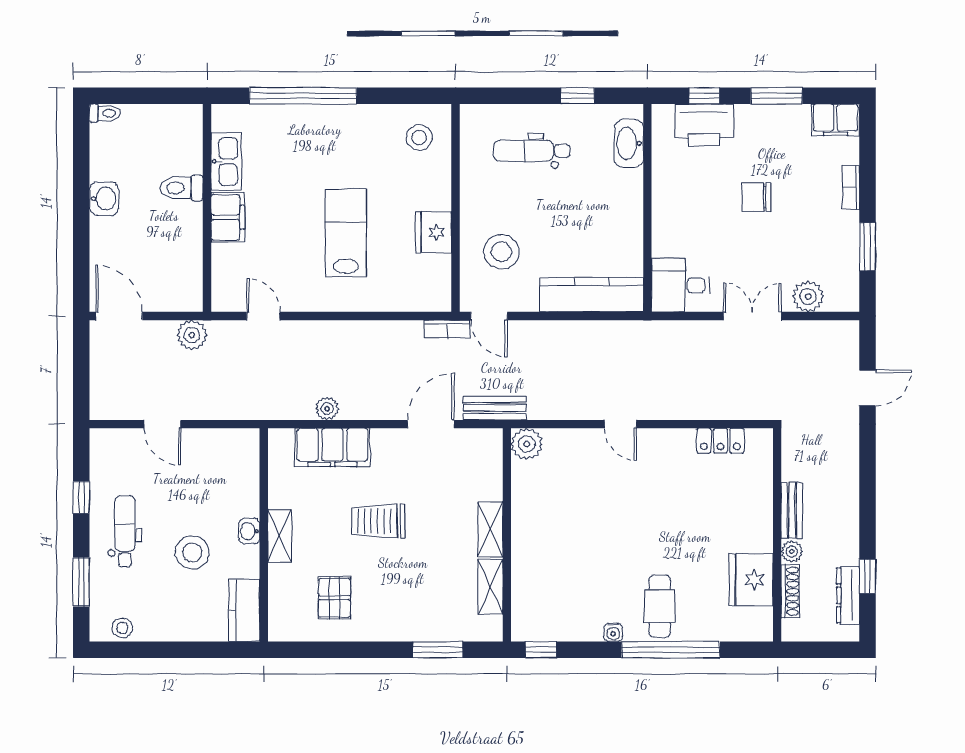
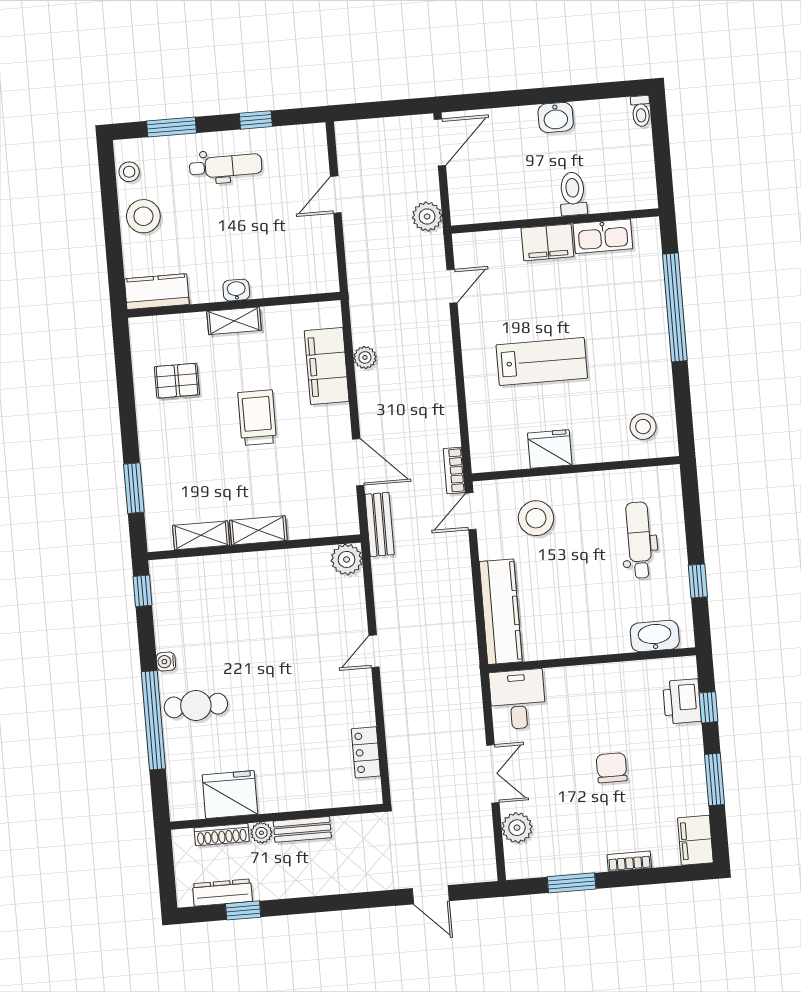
printer: (704, 125) -> (682, 701), width x0.73, depth x0.84
stool: (192, 552) -> (143, 216), moved

